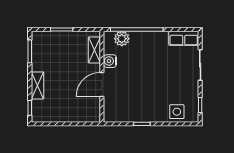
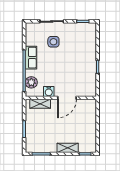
row of seats: (184, 38) -> (31, 58), moved
door: (102, 85) -> (67, 98), hinge flipped
side table: (177, 112) -> (53, 42), moved

